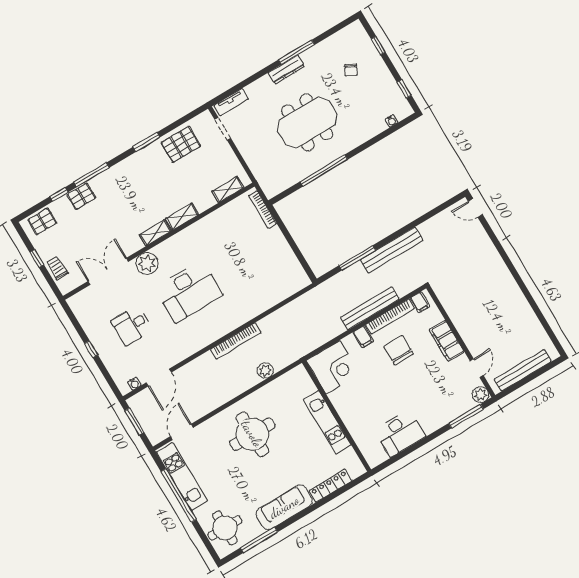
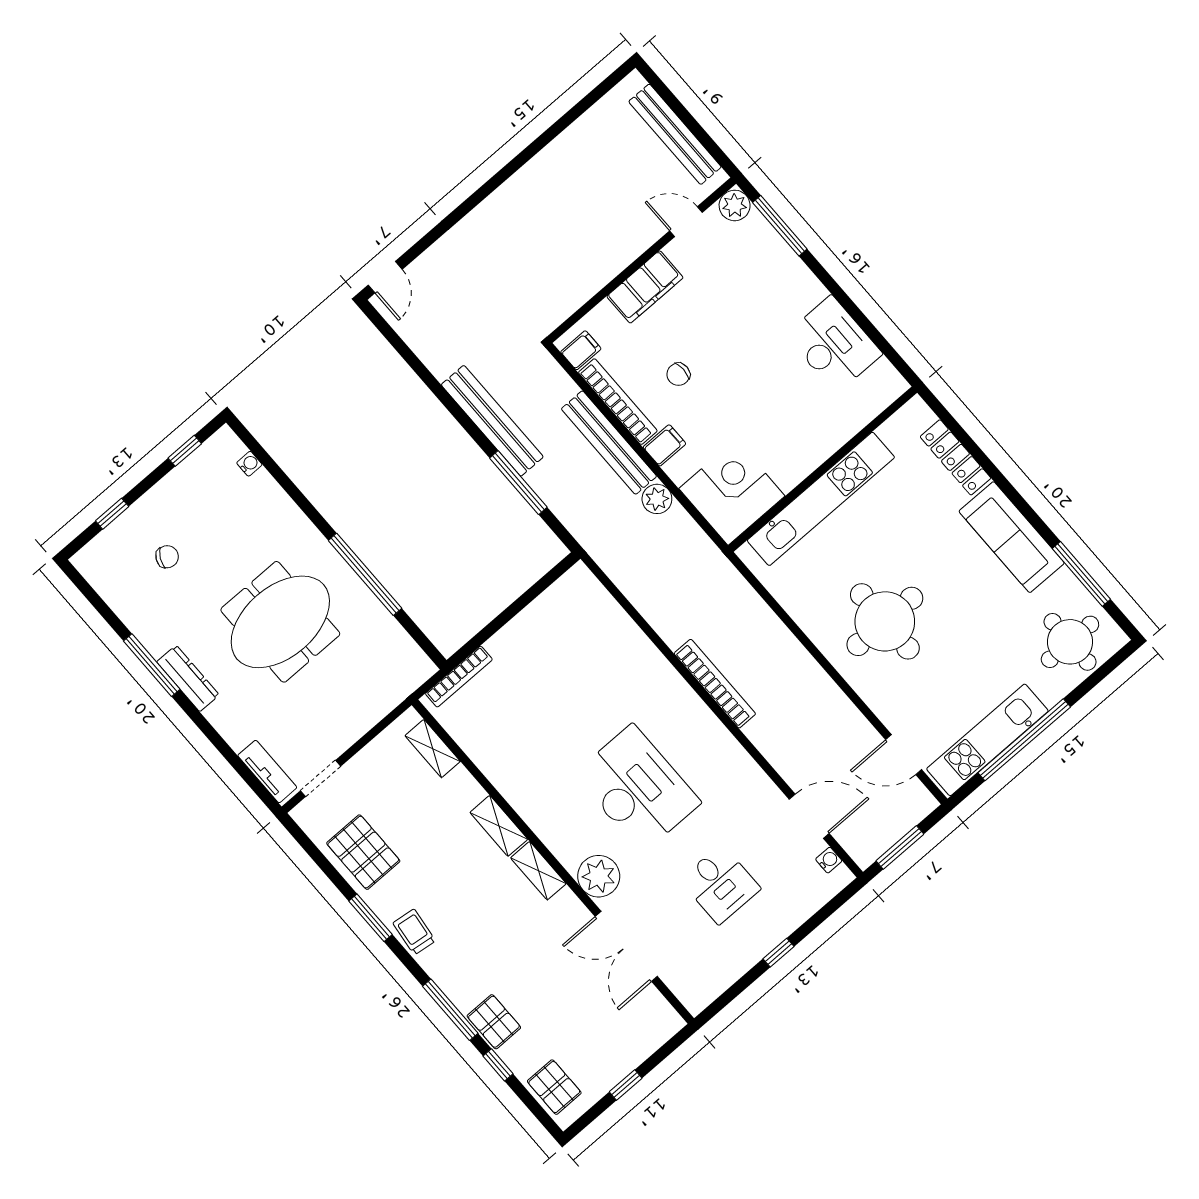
meeting table: (307, 122) -> (280, 622), turned 90
trolley: (57, 268) -> (414, 932), moved, turned 97
chair: (399, 350) -> (678, 374), width x0.54, depth x0.54
plant: (265, 370) -> (657, 499), moved
kitchen unit: (327, 422) -> (821, 499), width x1.36

